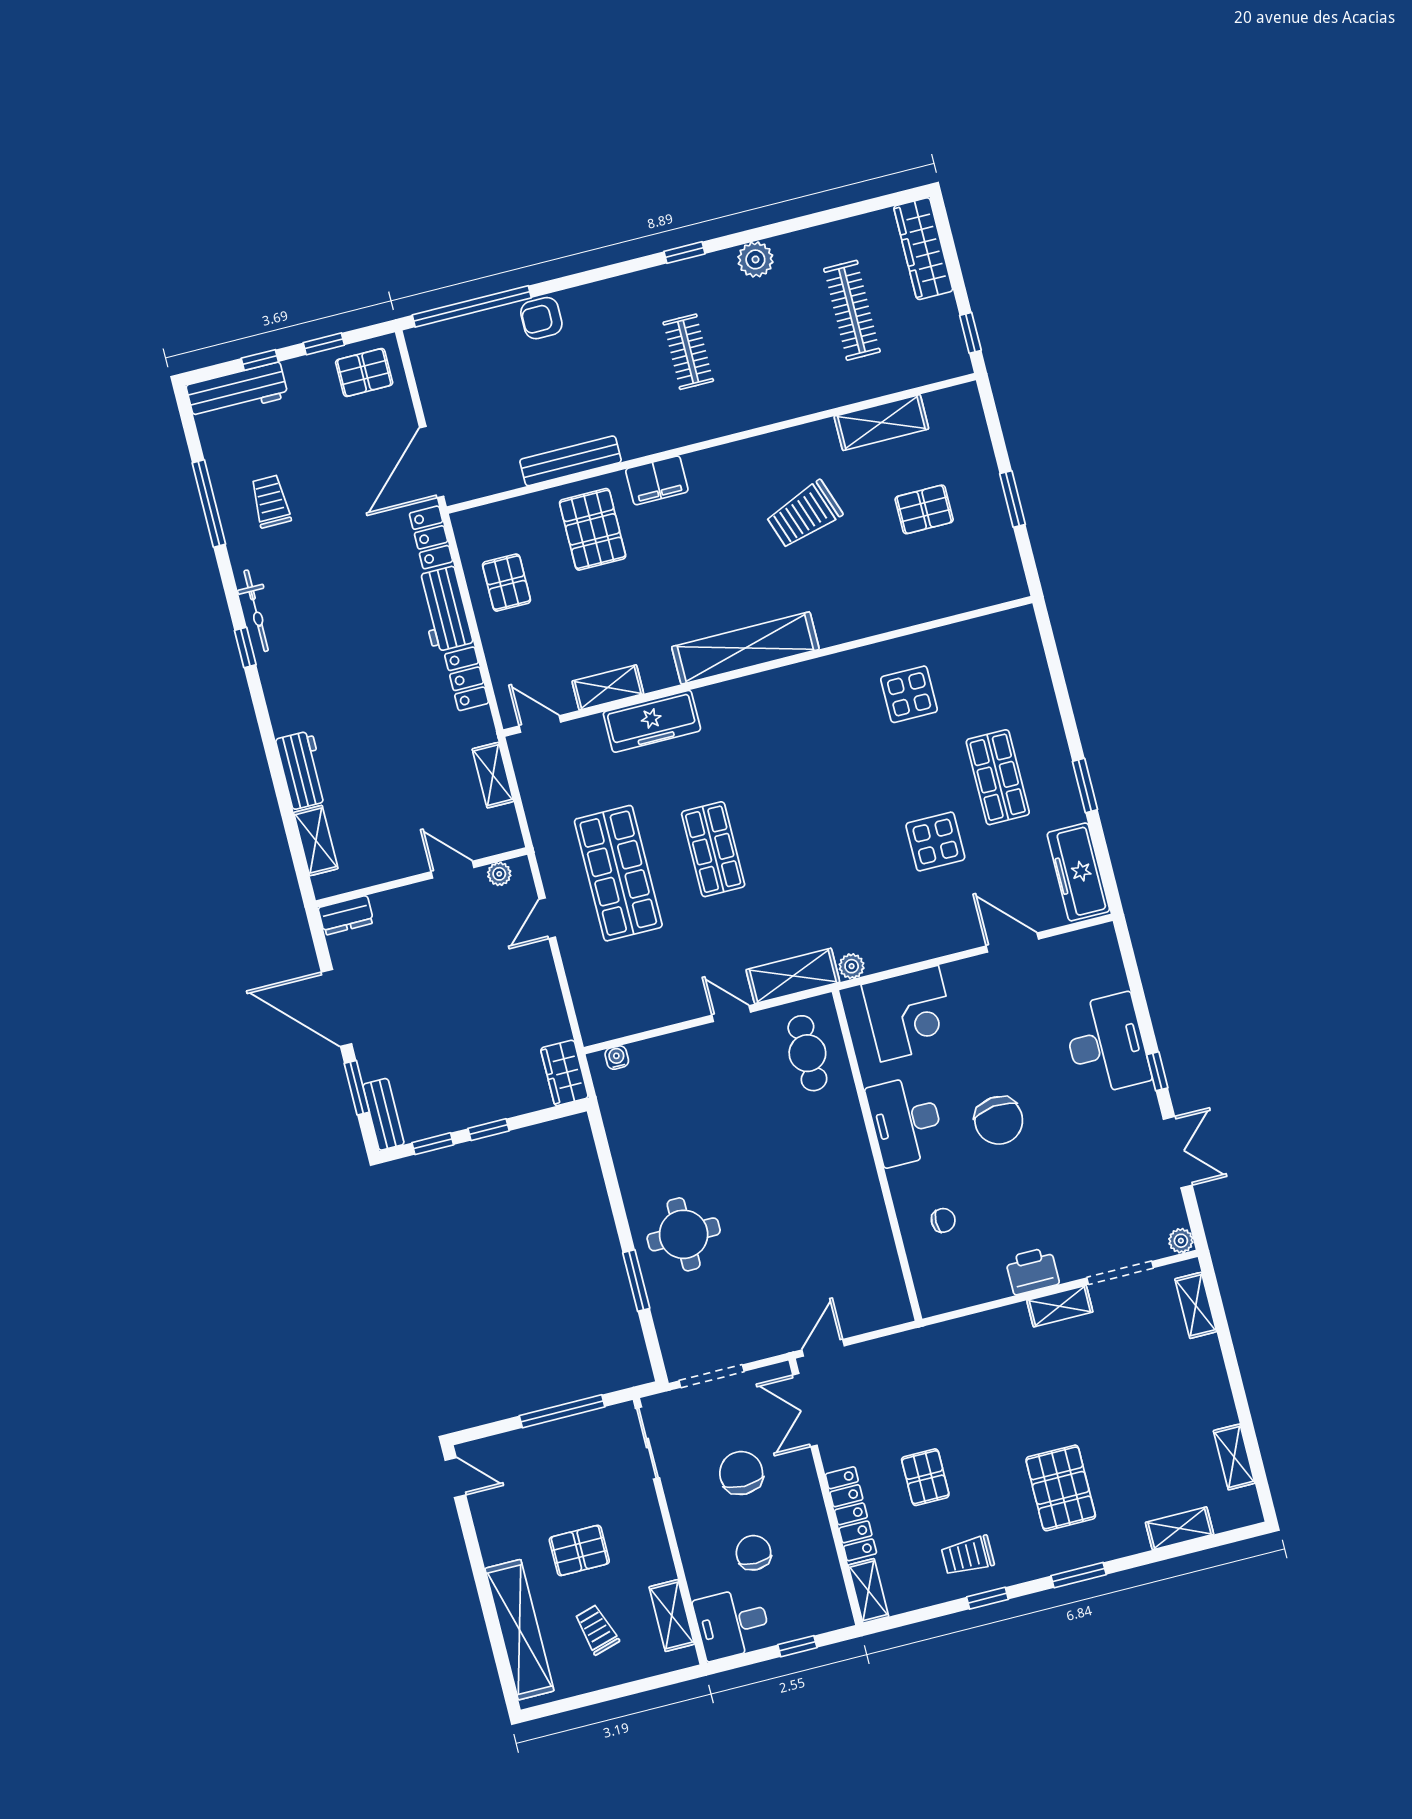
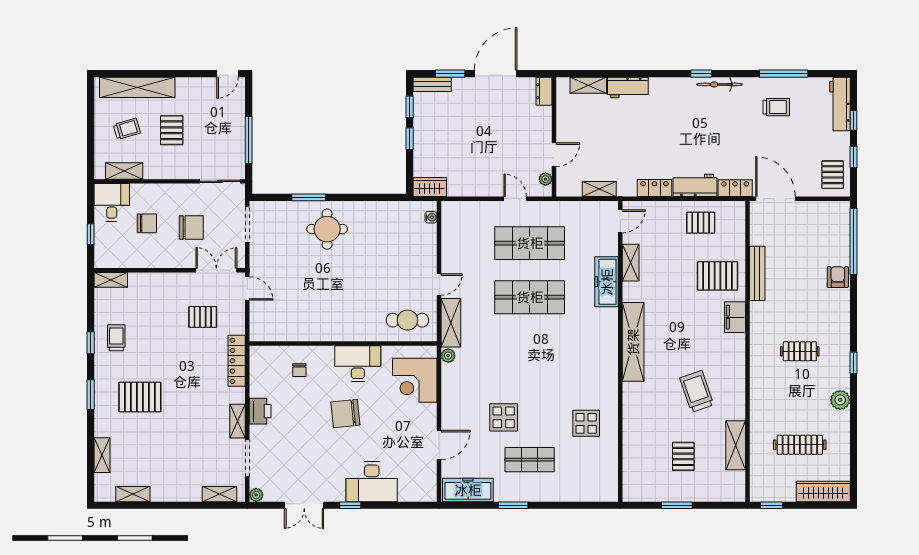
shop shelf: (713, 849) -> (530, 297), width x1.43, depth x1.36
pallet: (925, 1477) -> (203, 317), moved
locker: (851, 1514) -> (237, 361), moved, turned 90

